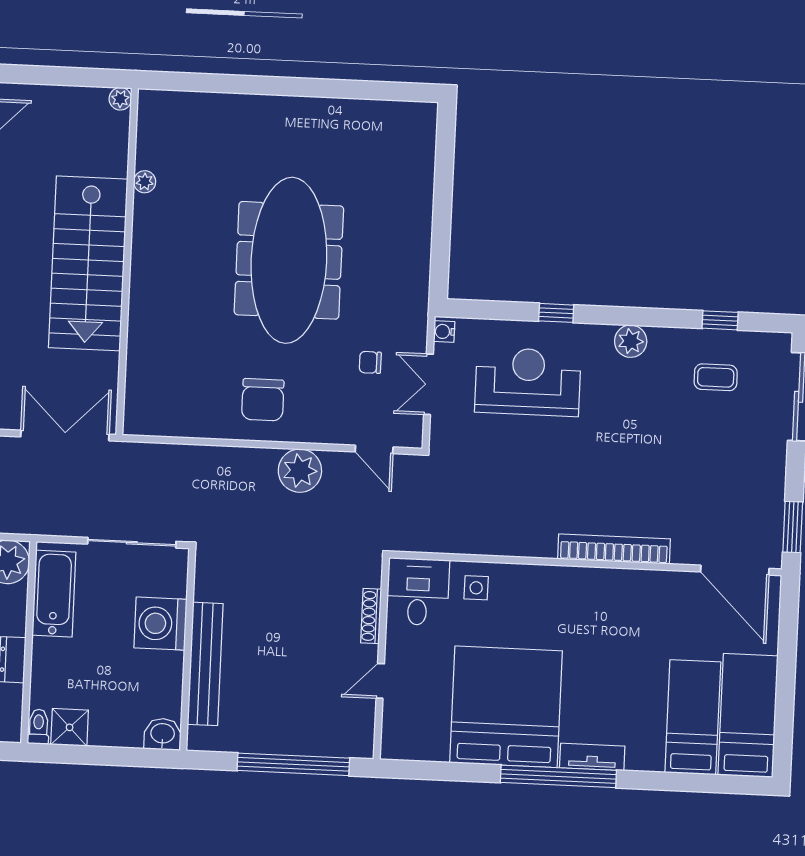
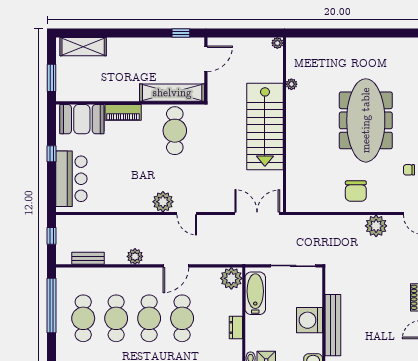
washing machine: (160, 624) -> (310, 320), moved

